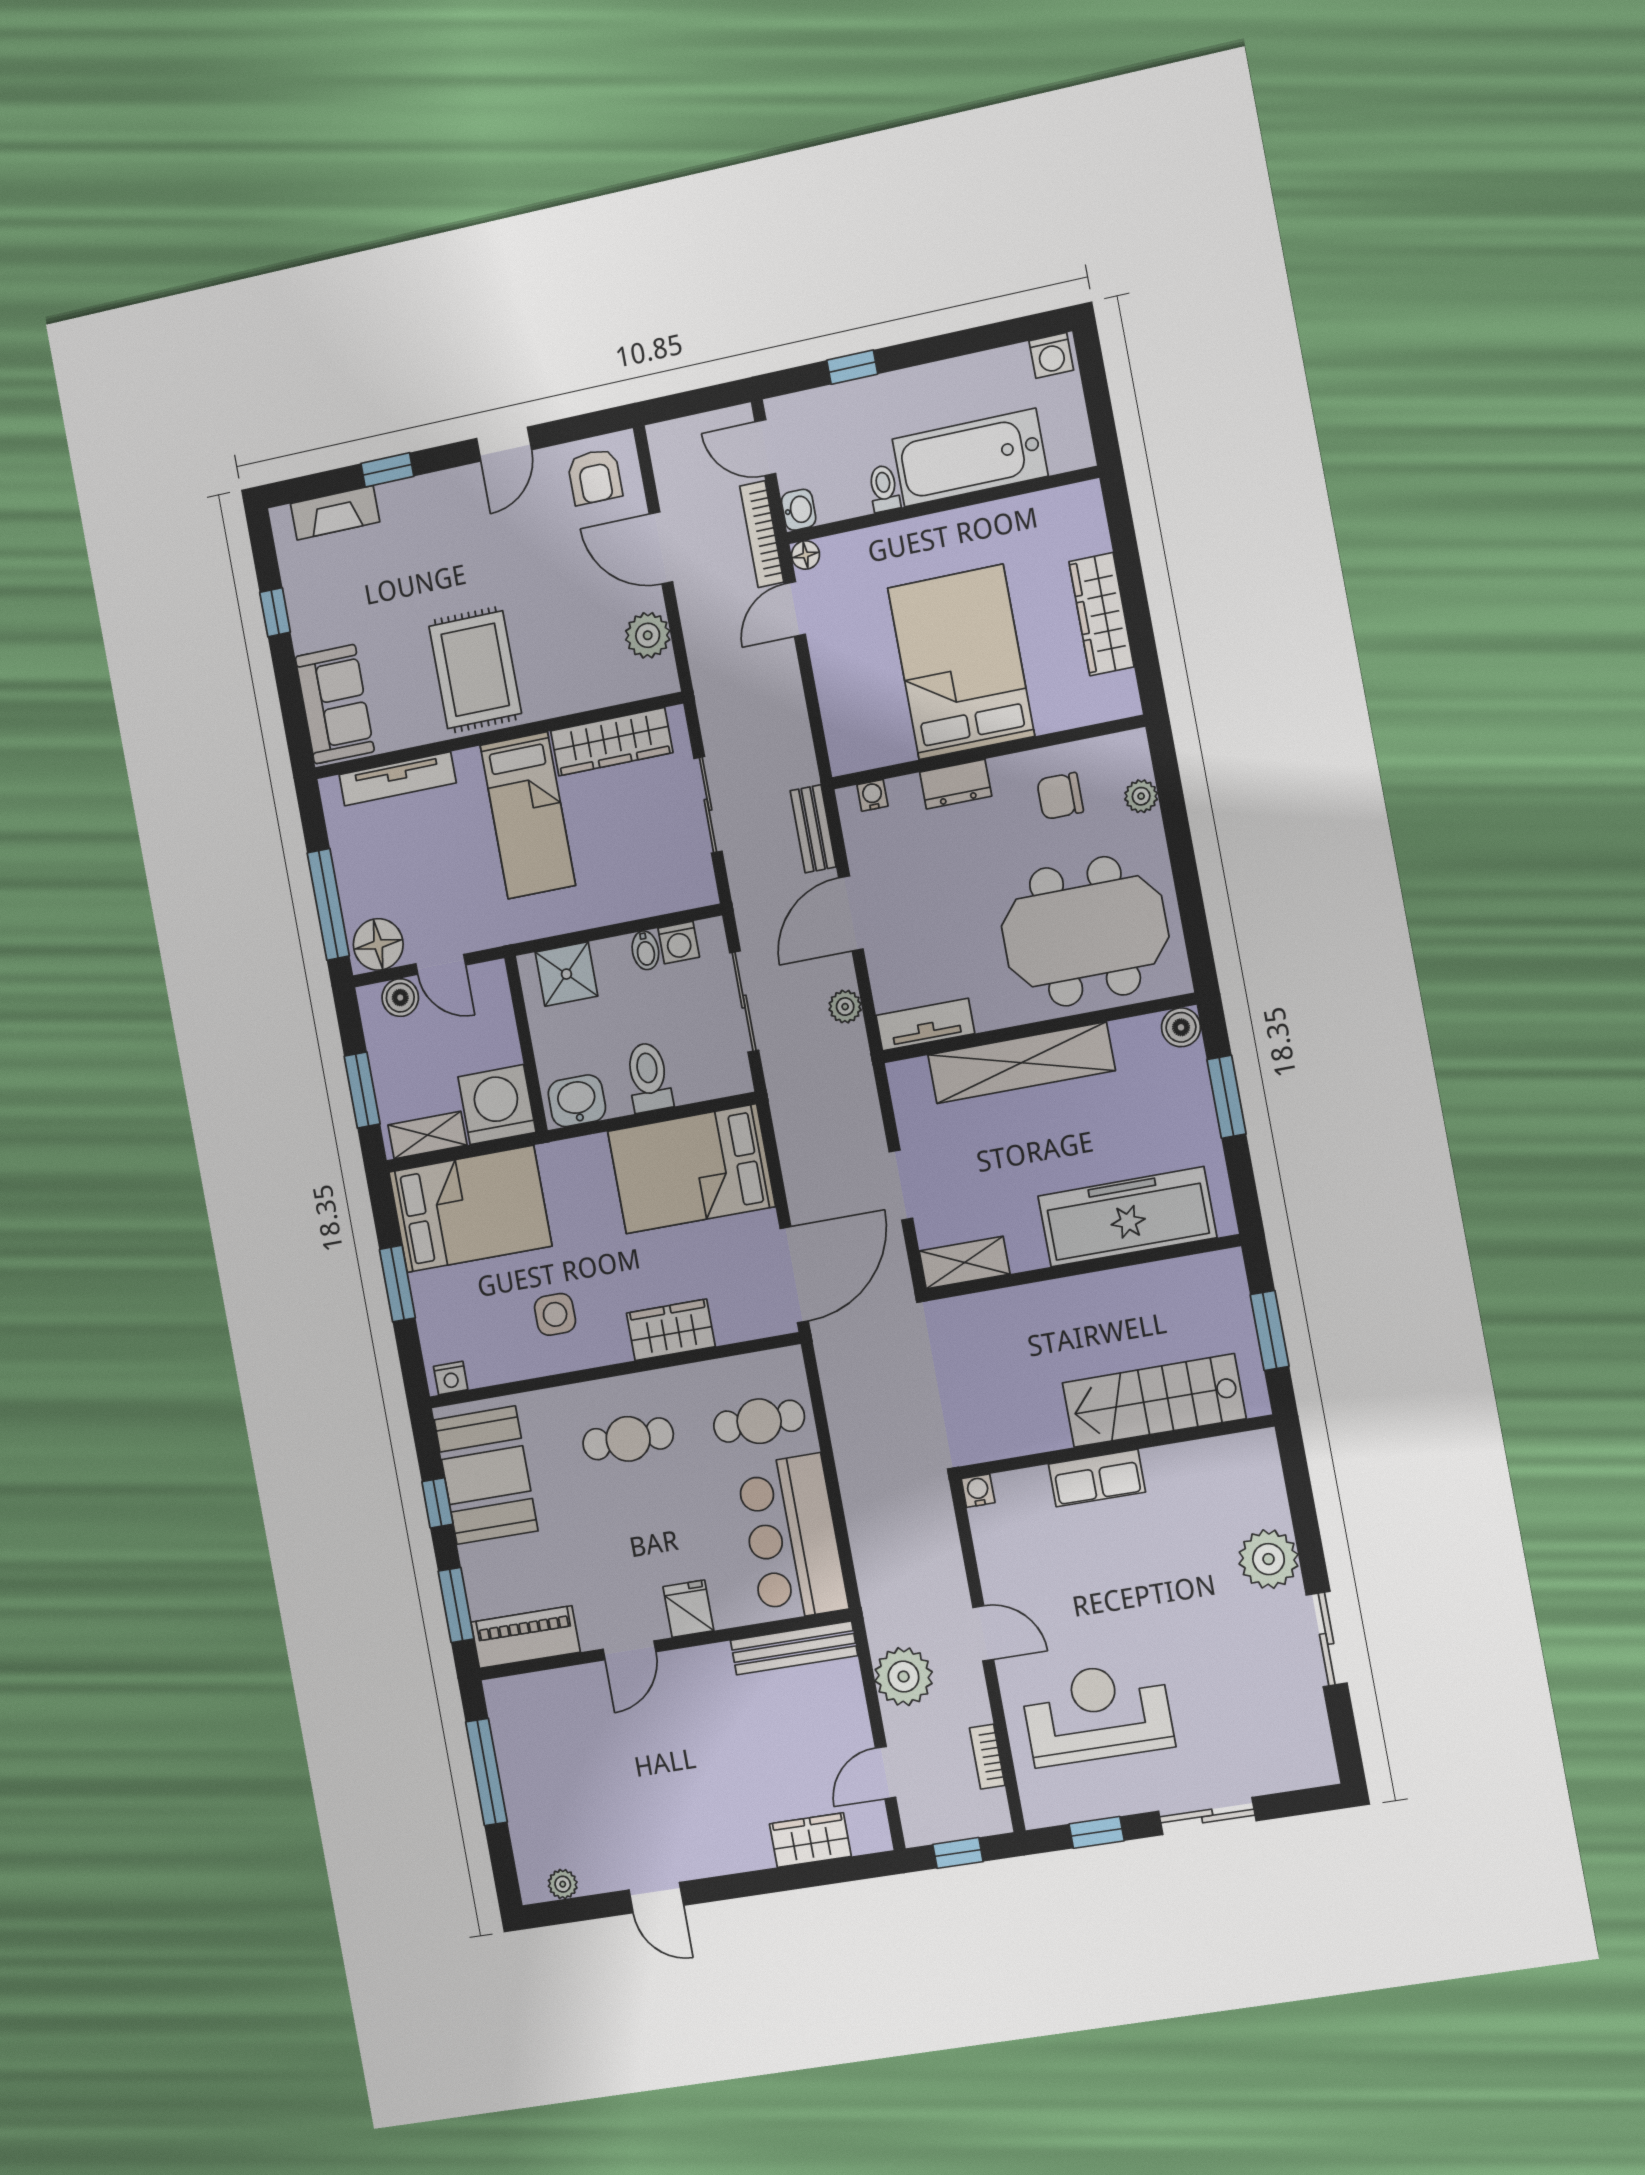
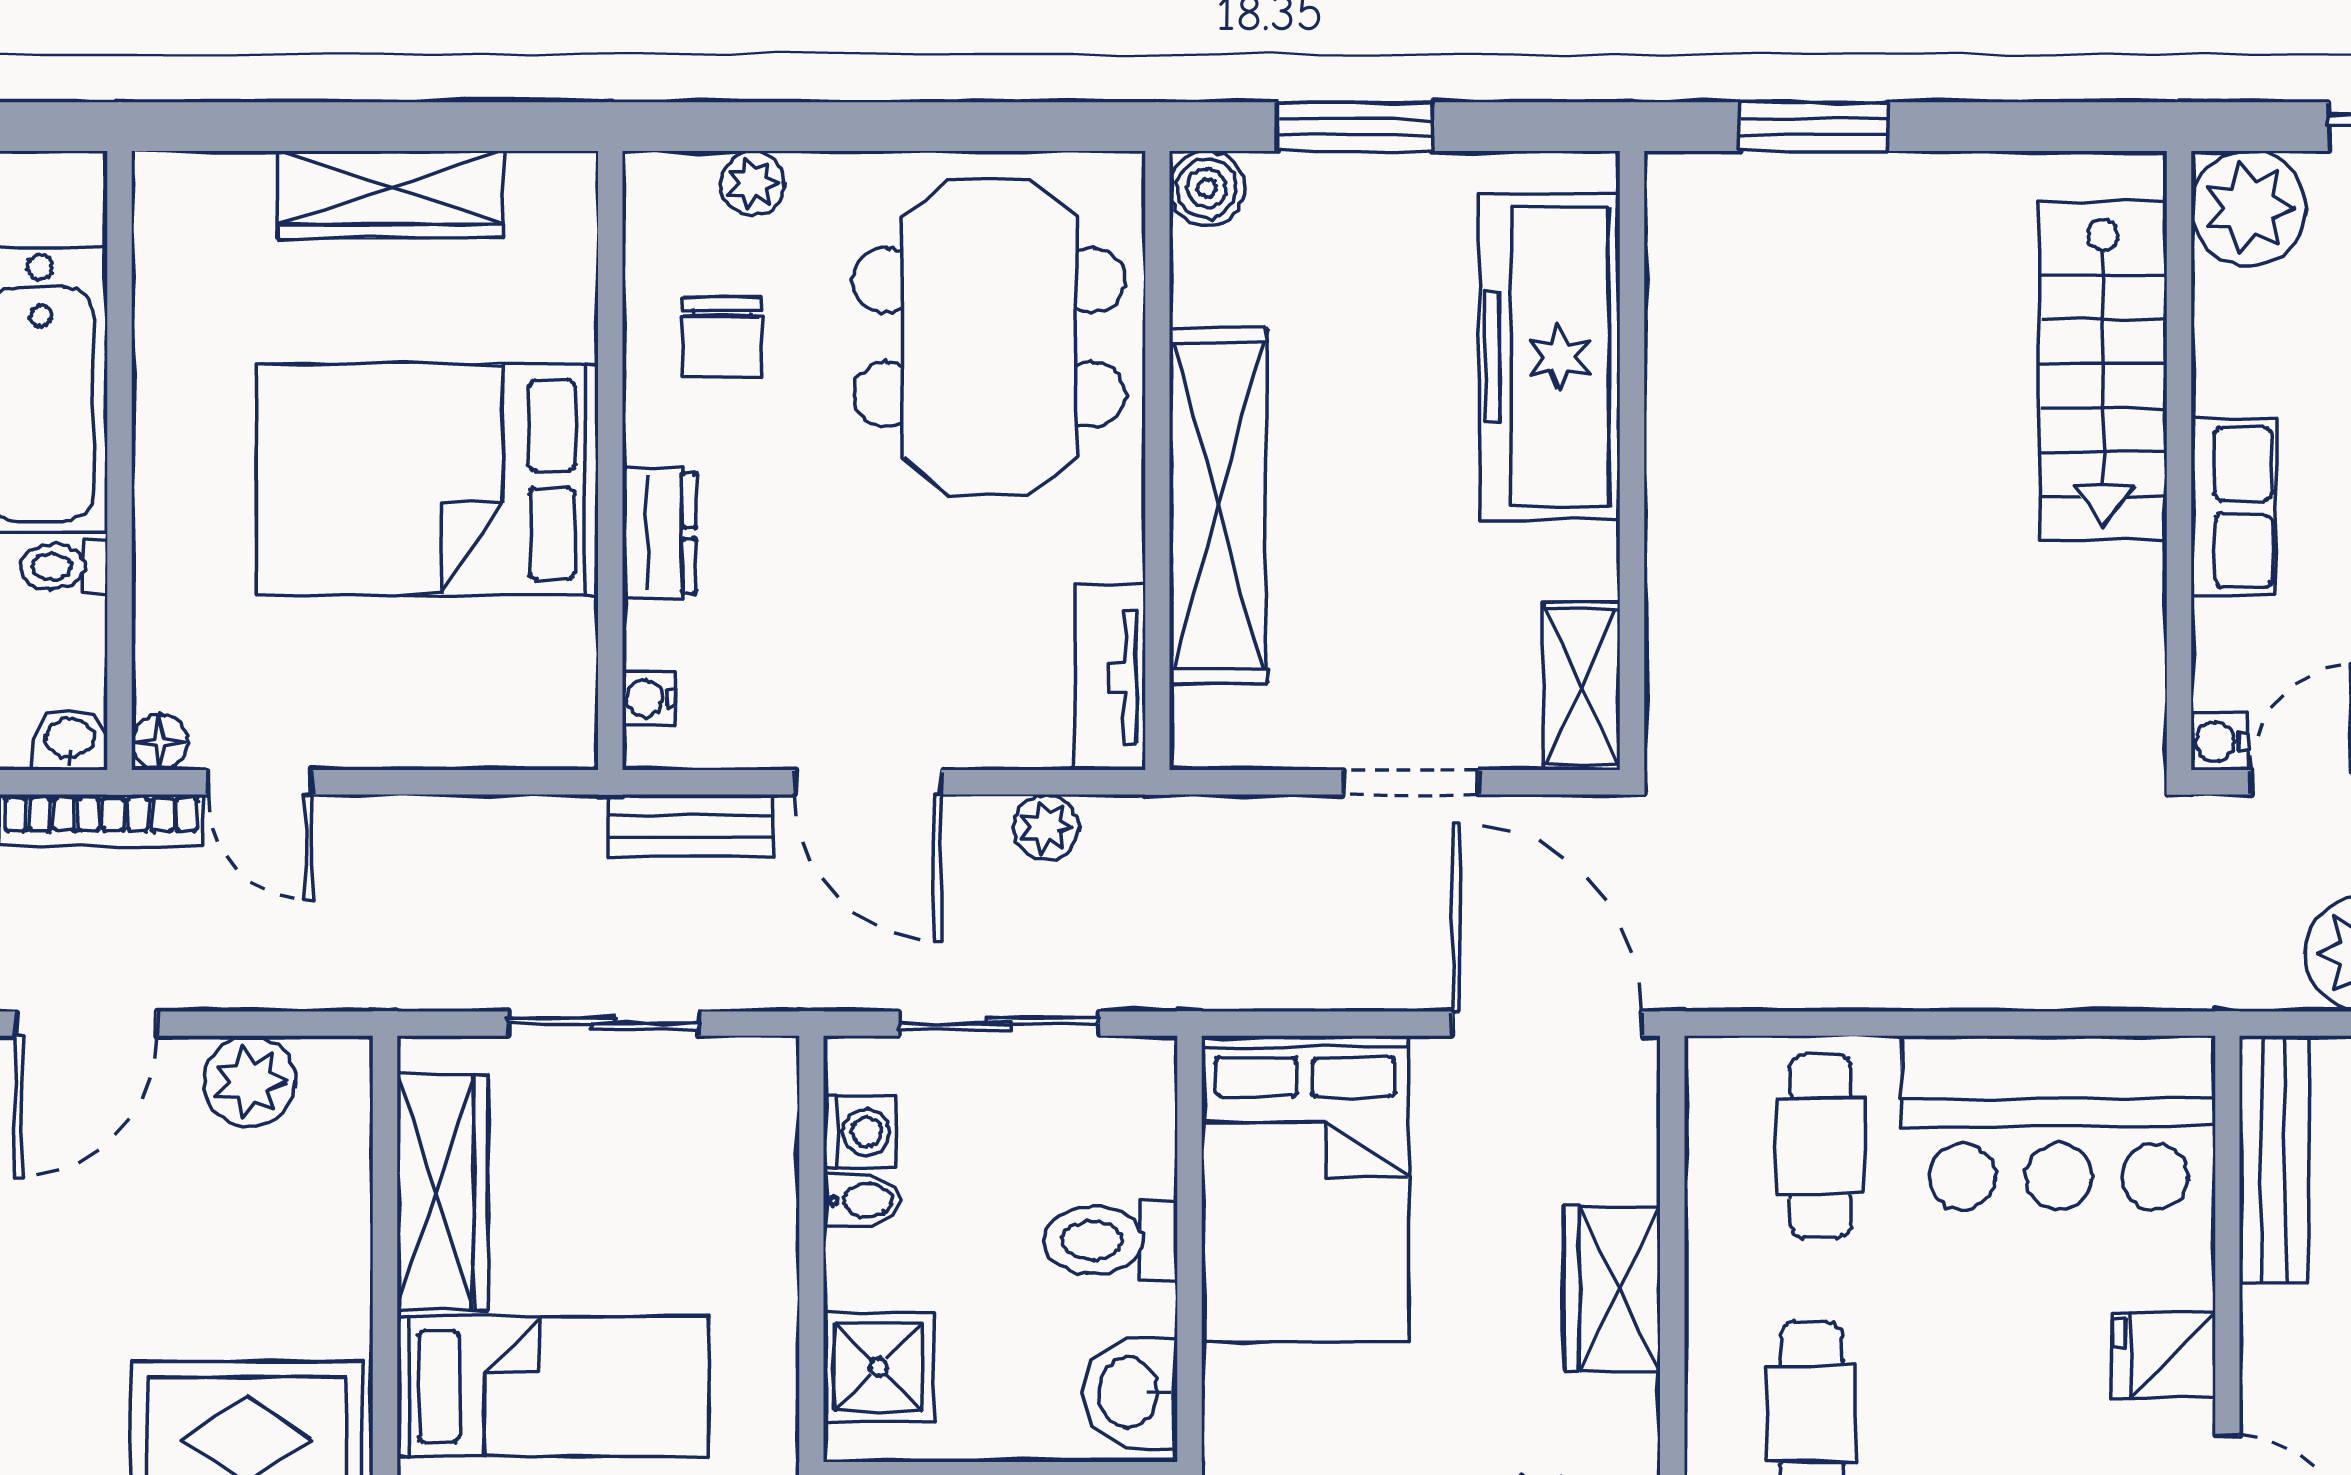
stairs: (1154, 1401) -> (2103, 371), moved
wall: (1115, 1447) -> (2179, 461), moved
row of seats: (1097, 1478) -> (2233, 507), moved
water cooler: (978, 1491) -> (2220, 742), moved

